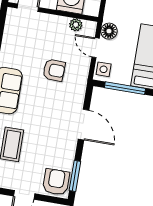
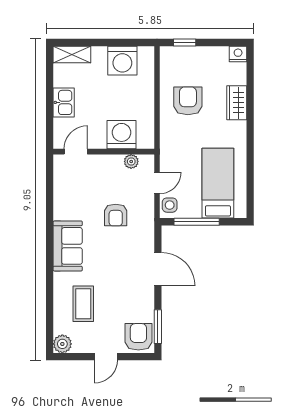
floor lamp: (109, 31) -> (169, 162), removed
door: (96, 48) -> (157, 183), swing flipped
armchair: (54, 70) -> (116, 215), turned 88

